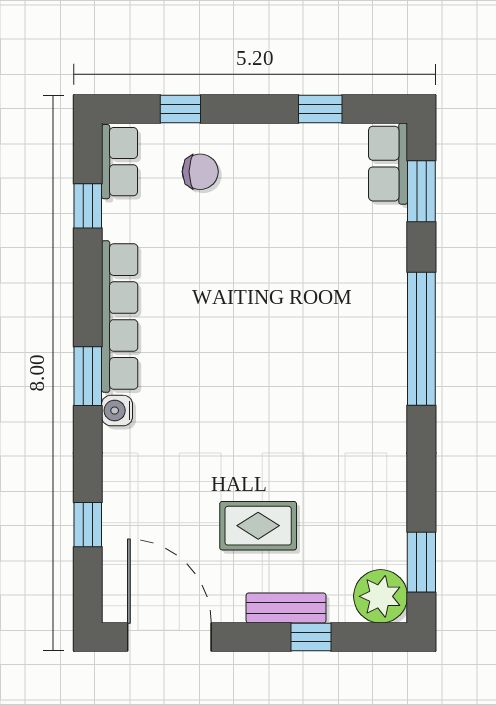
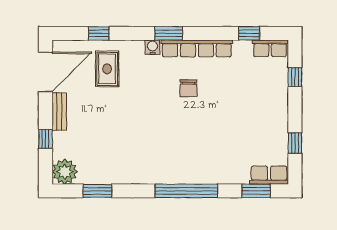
chair: (200, 172) -> (188, 88), moved
rug: (258, 526) -> (107, 69), moved
window: (421, 562) -> (98, 191), moved
bench: (286, 608) -> (59, 112), moved

